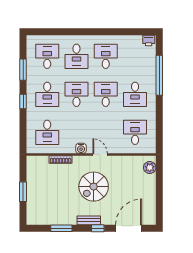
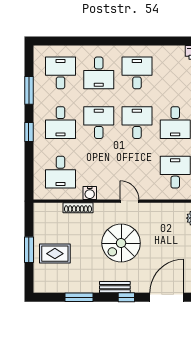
water cooler: (81, 148) -> (90, 193), moved
rug: (43, 195) -> (55, 254), added

